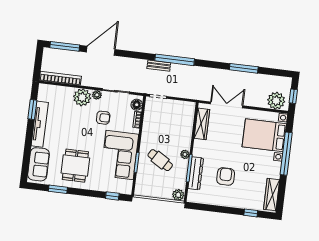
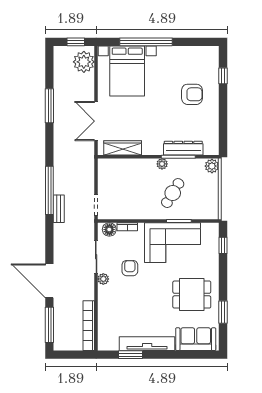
plant: (82, 97) -> (108, 296), removed
armchair: (226, 176) -> (192, 94), moved, turned 180
wardrobe: (272, 195) -> (198, 53), removed

